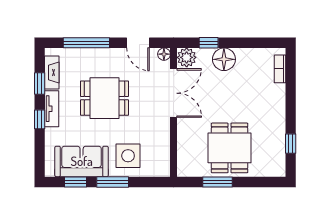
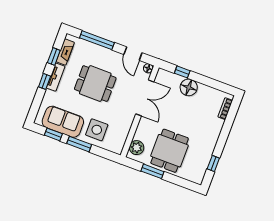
plant: (187, 57) -> (137, 148), moved

